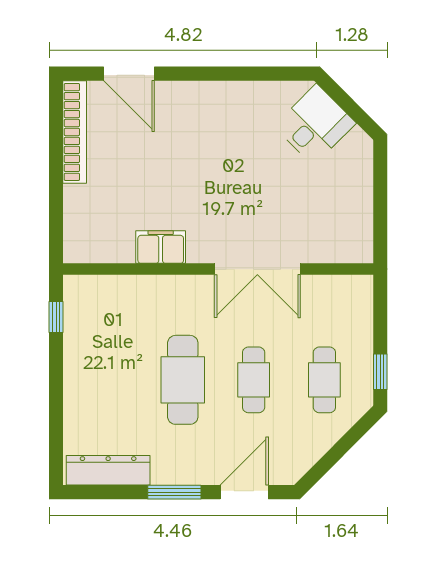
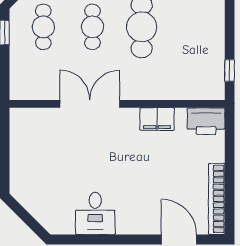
desk: (315, 125) -> (95, 213), moved, turned -45
printer: (90, 244) -> (206, 121), added

